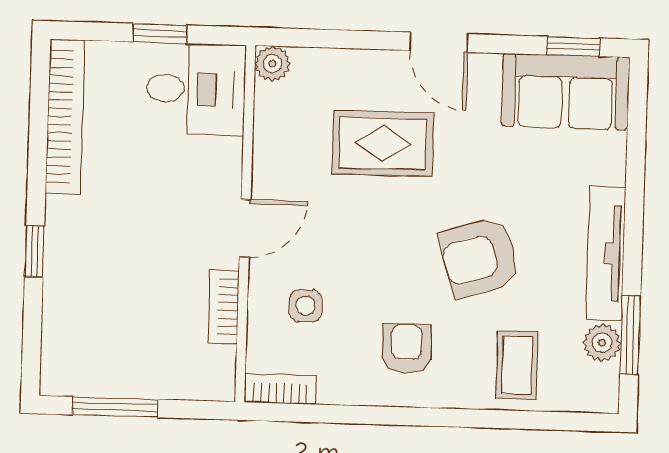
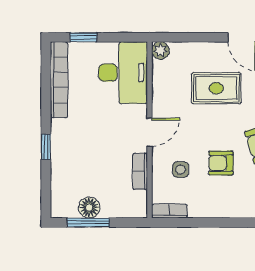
window: (160, 33) -> (83, 37), moved
desk: (196, 89) -> (123, 73), width x1.37
armchair: (406, 349) -> (221, 163), moved, turned -90
floor lamp: (118, 377) -> (89, 208), added

